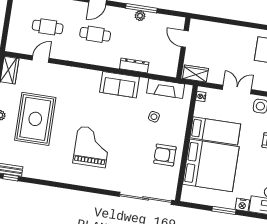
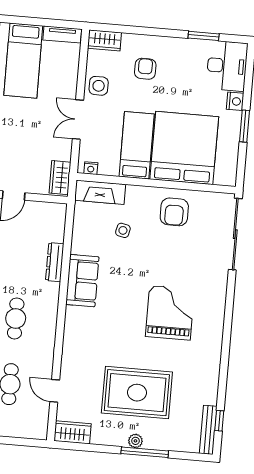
fireplace: (166, 89) -> (100, 192), moved, turned 90
grand piano: (92, 147) -> (170, 313), turned 90

